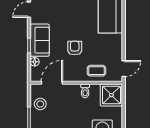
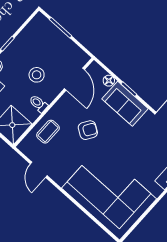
armchair: (75, 48) -> (88, 130), turned -57
door: (124, 69) -> (39, 170), moved
stool: (40, 104) -> (37, 75), moved

